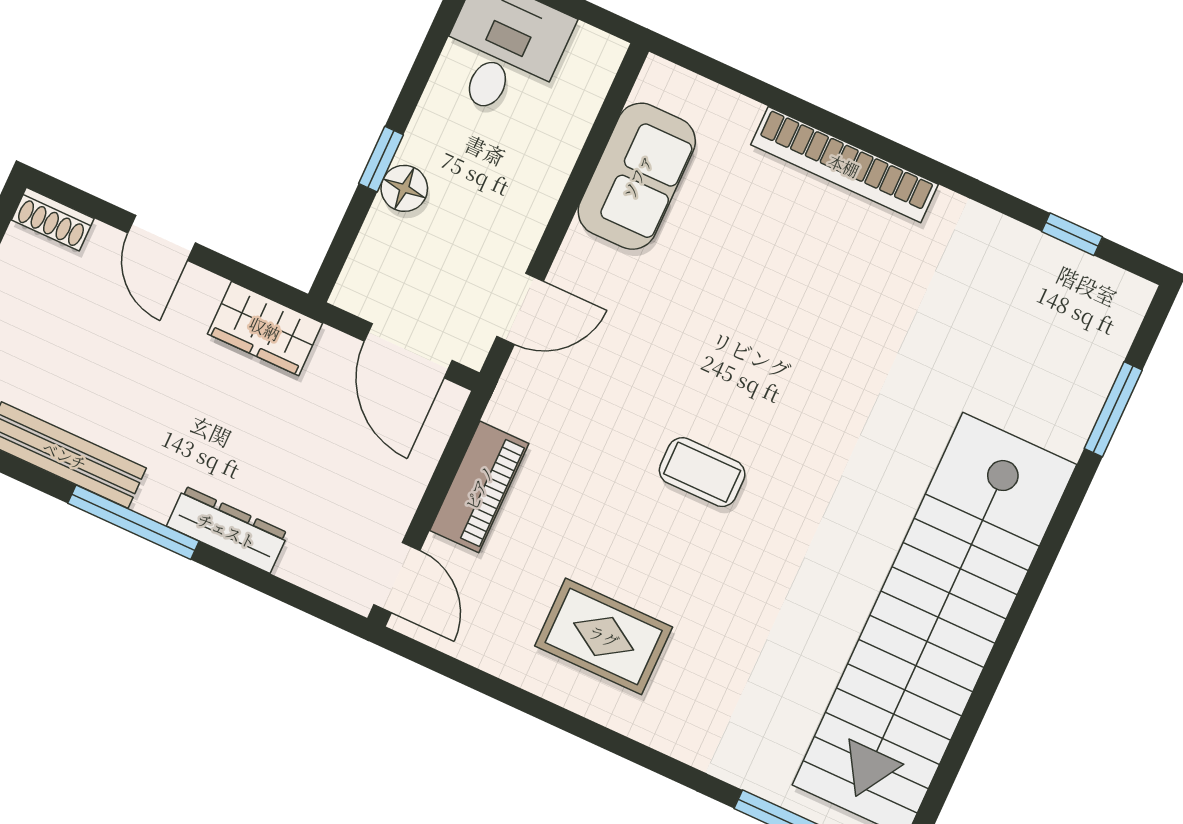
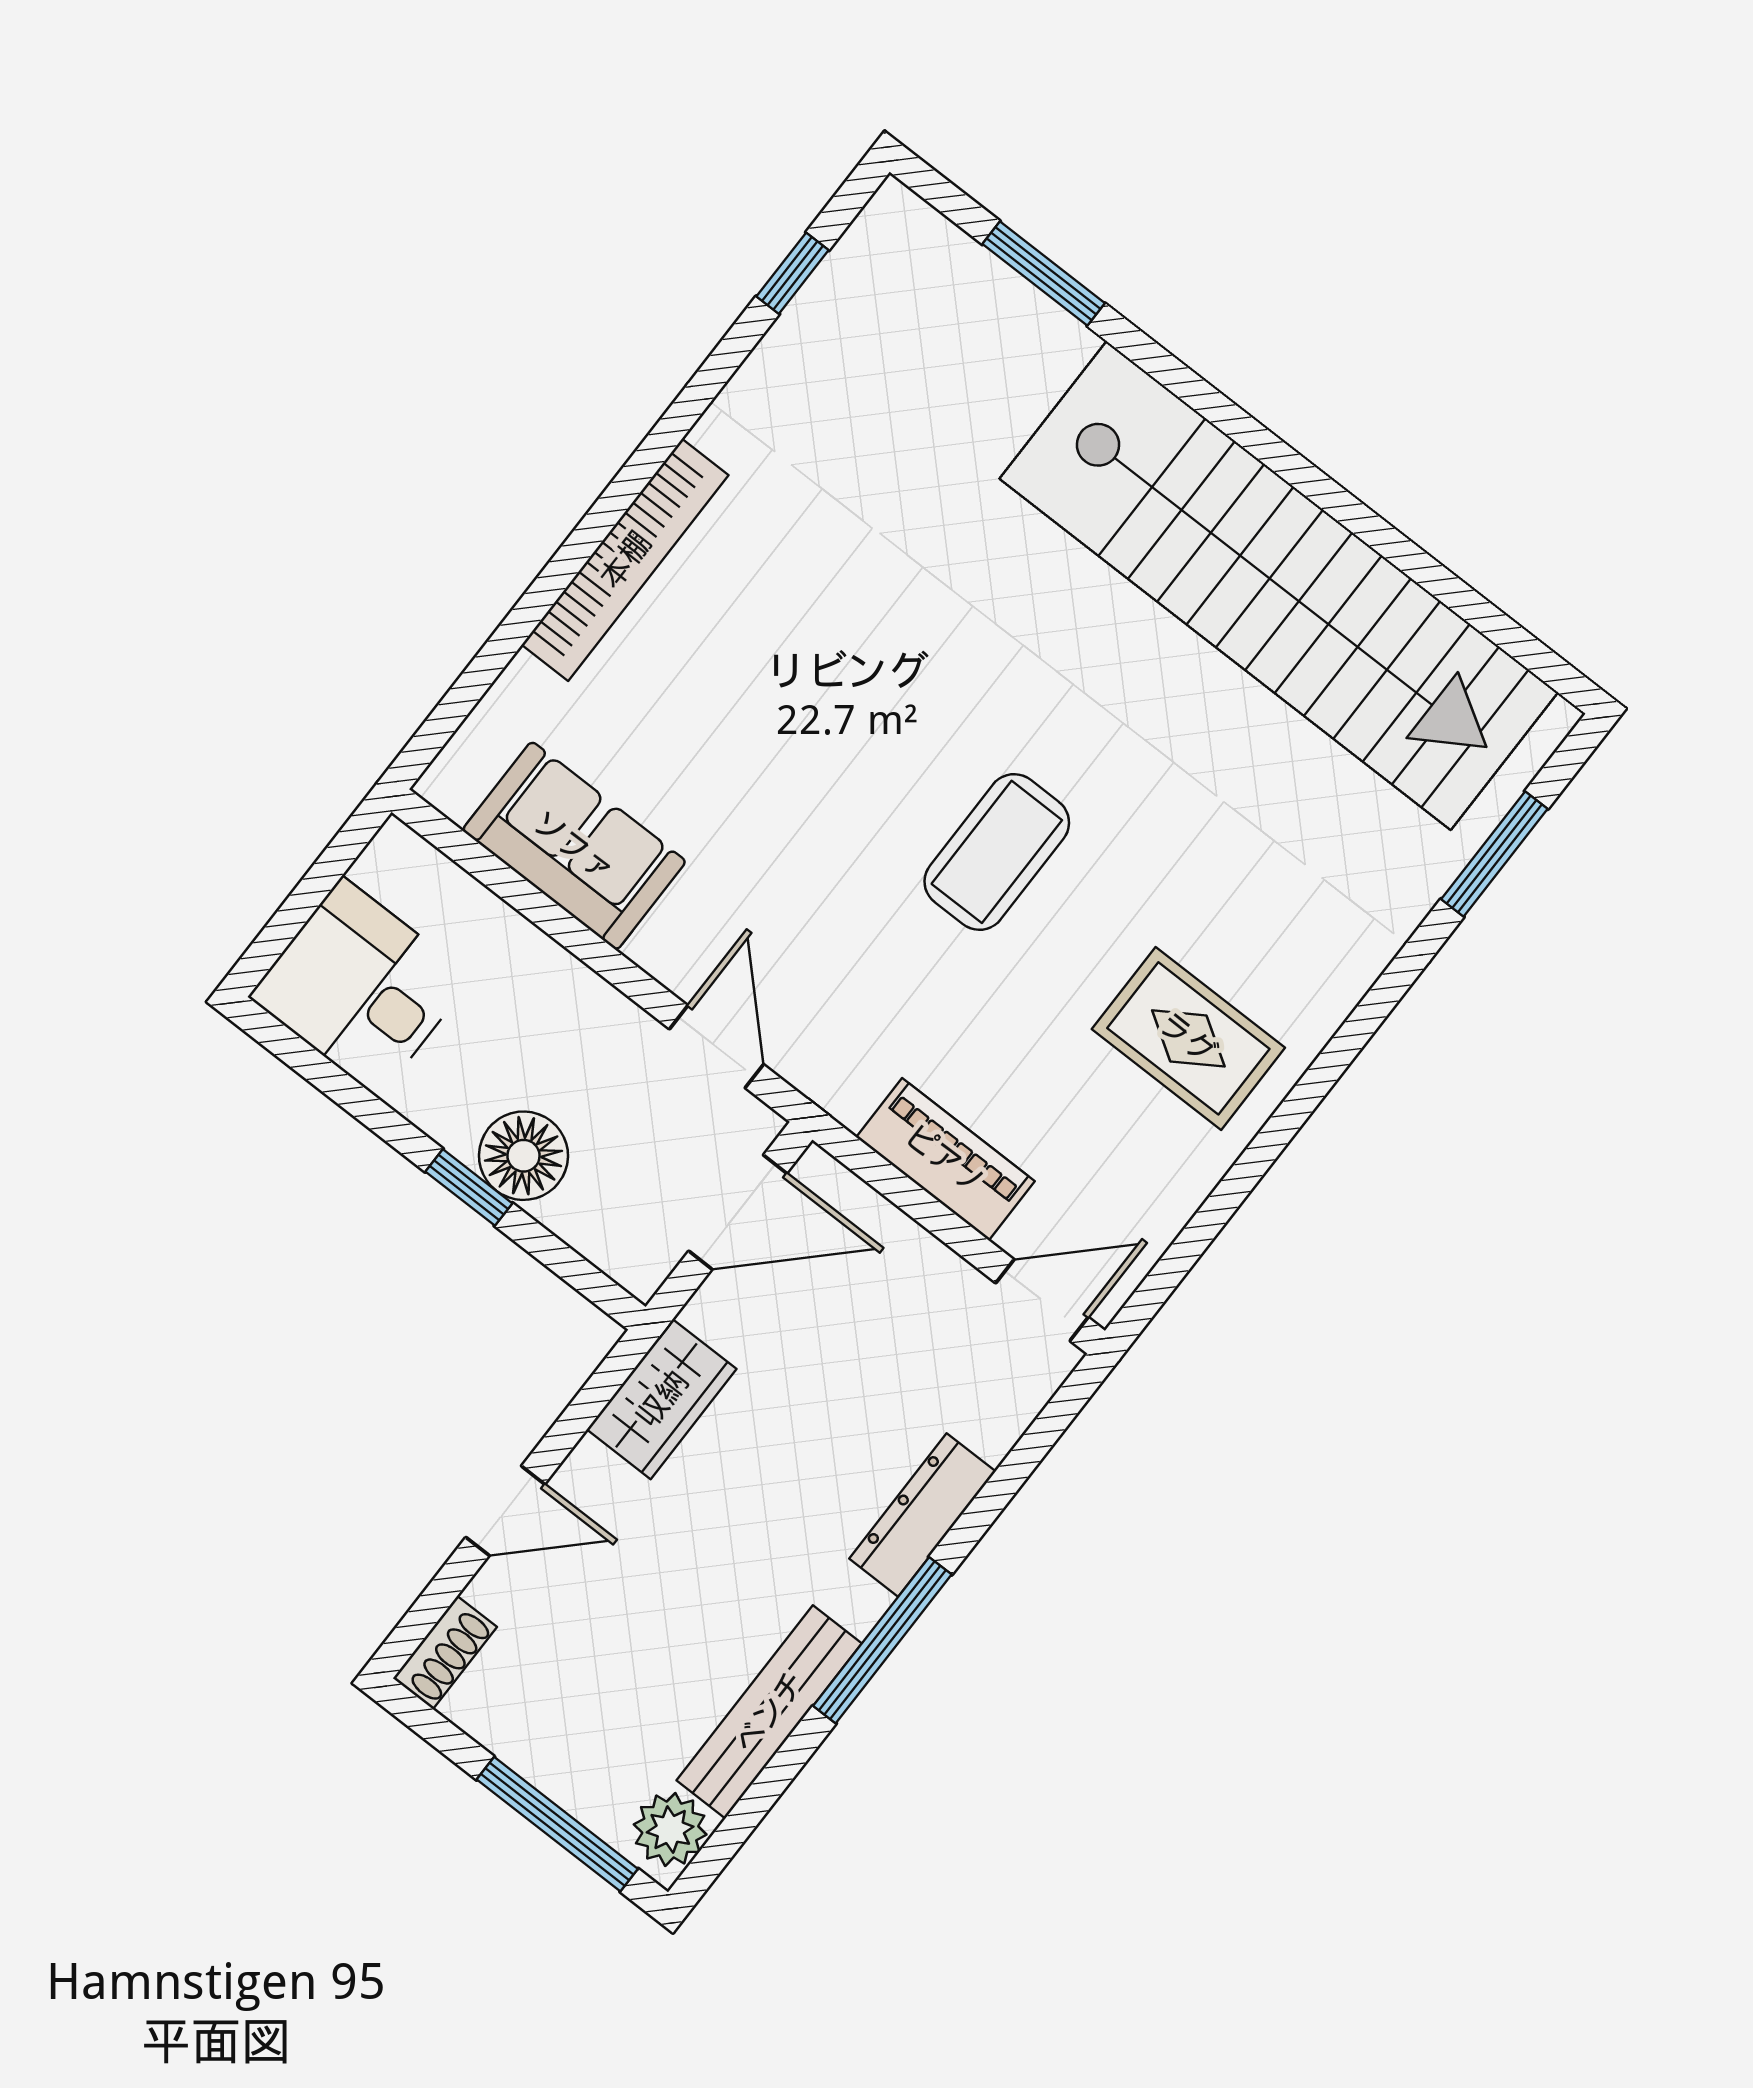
floor lamp: (404, 188) -> (523, 1156), width x1.38, depth x1.38
coffee table: (702, 472) -> (997, 852), width x1.36, depth x1.30
rug: (604, 636) -> (1188, 1038), turned 90

